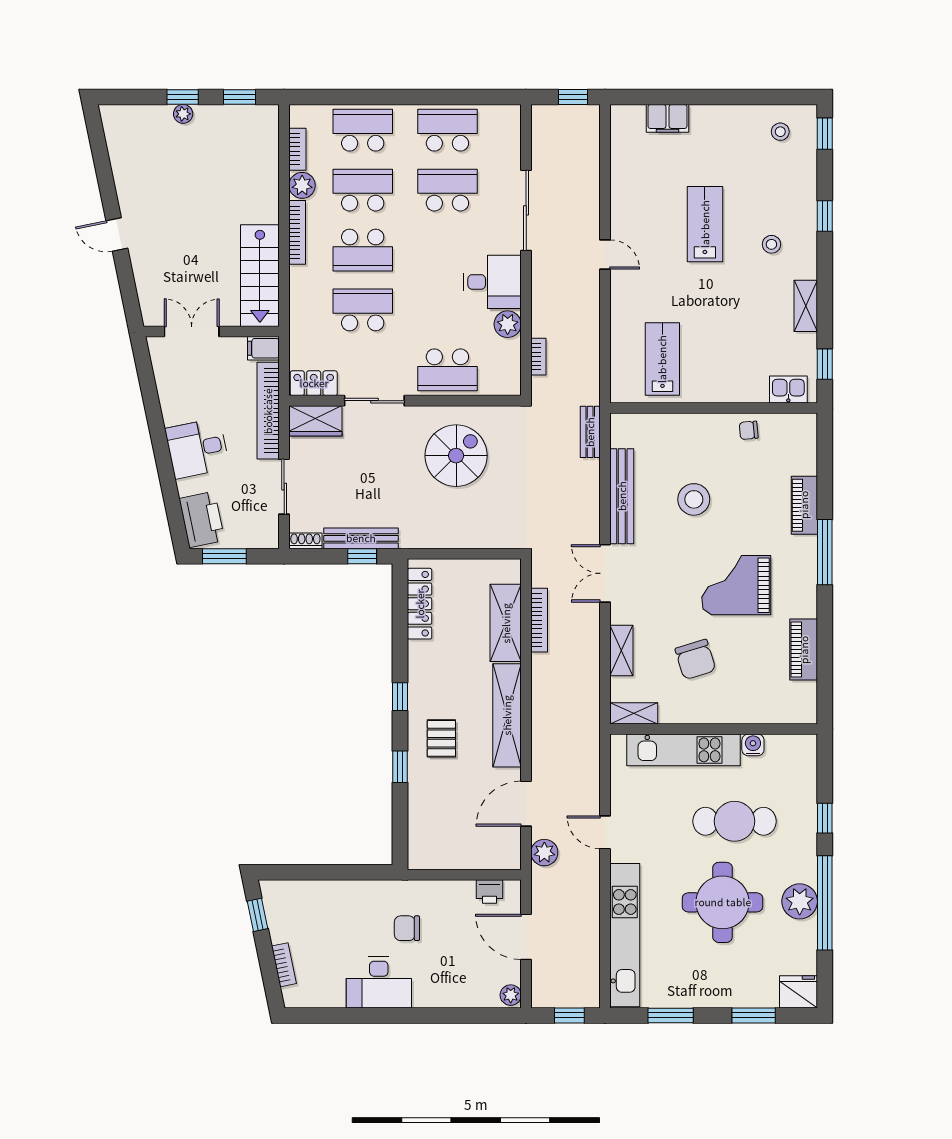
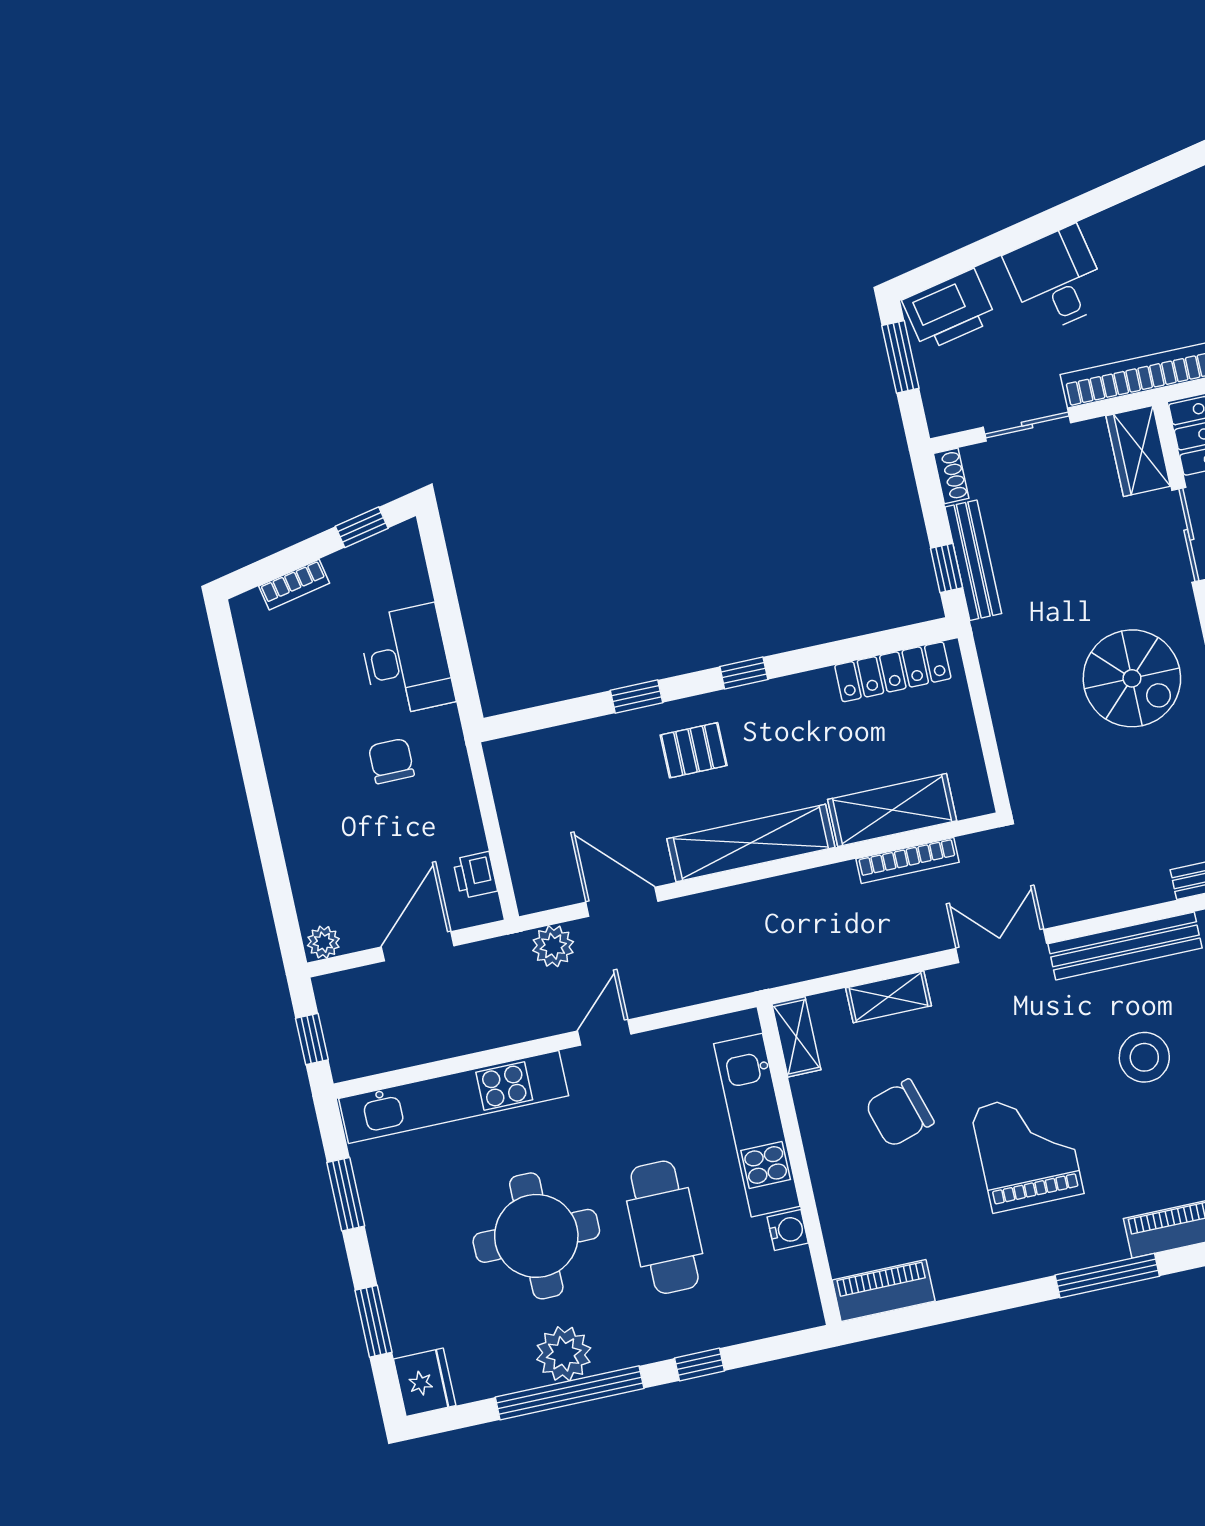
piano: (804, 650) -> (884, 1290), moved
desk: (379, 982) -> (406, 660), moved, turned 180

